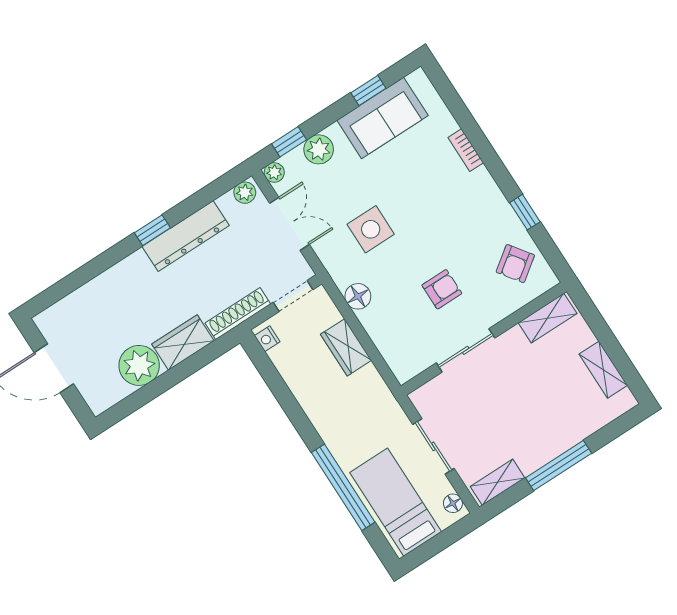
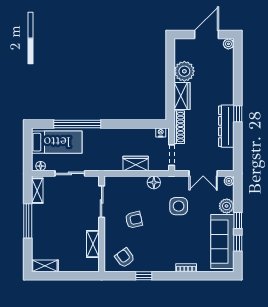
sofa: (383, 118) -> (222, 242), width x1.36
window: (289, 142) -> (238, 221), moved
plant: (245, 193) -> (228, 44), moved
armchair: (442, 289) -> (134, 220), turned -103
shelving: (548, 318) -> (93, 244), moved
sliding door: (466, 350) -> (102, 202), moved
shelving: (603, 370) -> (45, 266), moved

